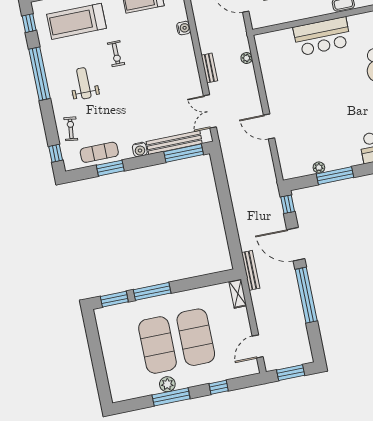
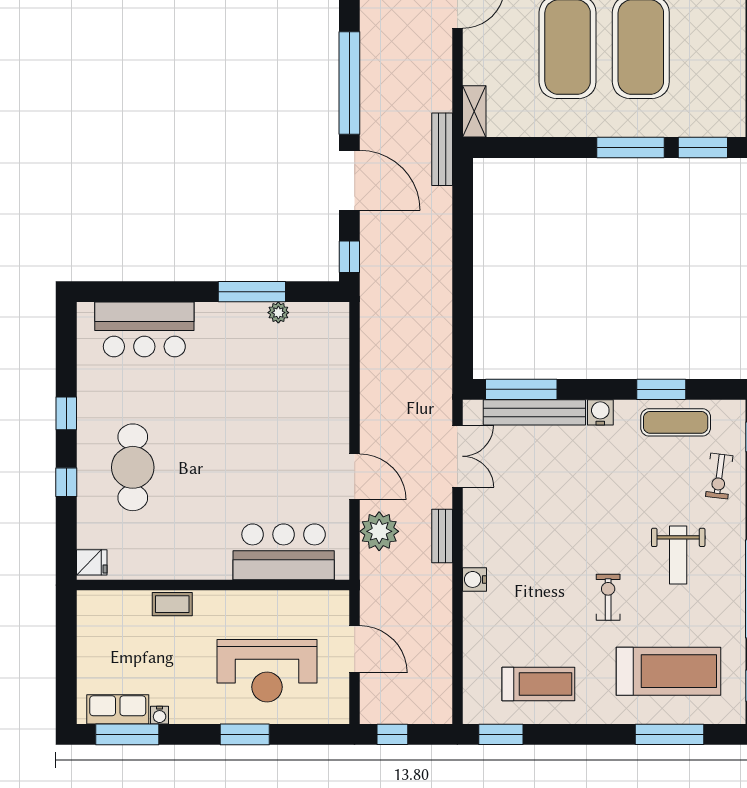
water cooler: (184, 28) -> (475, 579), moved
bar counter: (322, 36) -> (284, 552), moved
plant: (247, 58) -> (379, 531), width x1.87, depth x1.87
door: (269, 127) -> (355, 477), moved

